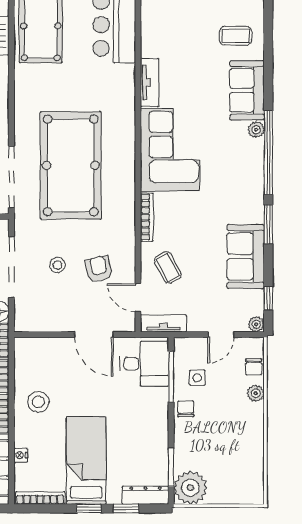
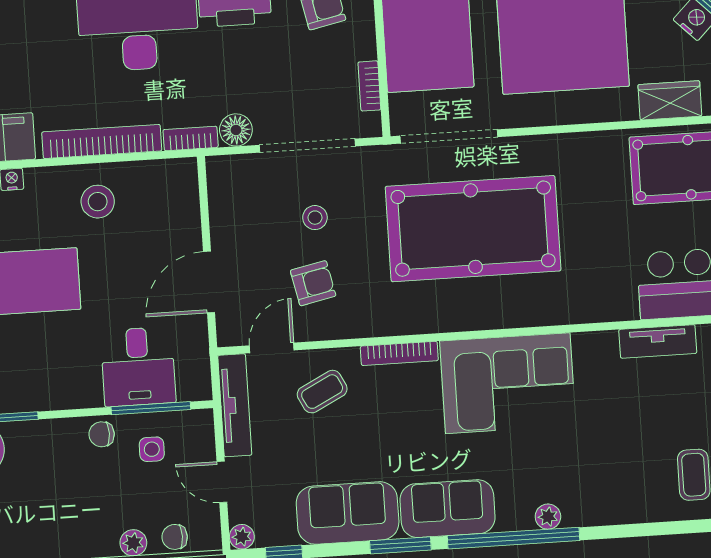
tv unit: (150, 83) -> (658, 341), moved
sofa: (247, 90) -> (448, 509), moved
tv unit: (163, 323) -> (235, 405), width x1.41
desk: (144, 364) -> (138, 367), moved
chair: (186, 409) -> (102, 434), turned 180

